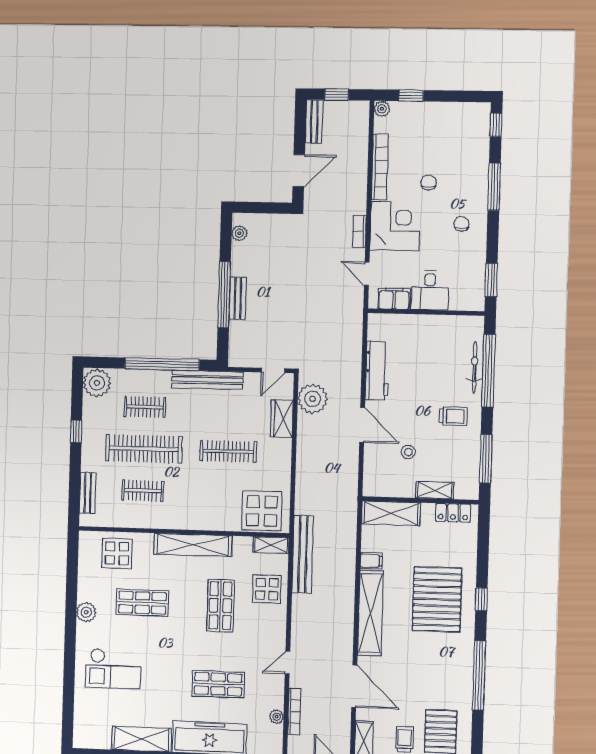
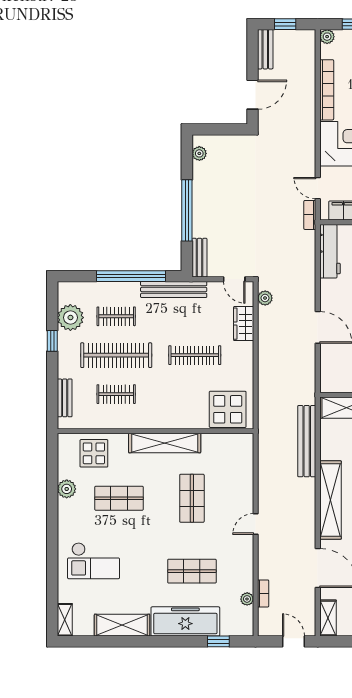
bookcase: (359, 231) -> (310, 215), moved
bench: (238, 298) -> (199, 258), moved
door: (273, 370) -> (234, 279), hinge flipped
workbench: (377, 371) -> (330, 251), moved
plant: (97, 383) -> (70, 318), moved
plant: (313, 399) -> (265, 298), width x0.53, depth x0.53
shelving: (271, 545) -> (65, 620), moved, turned 90
bench: (303, 554) -> (307, 441), moved
filing cabinet: (371, 561) -> (330, 452), removed
display table: (267, 589) -> (234, 481), removed
plant: (86, 612) -> (67, 489), moved
door: (288, 662) -> (256, 524), moved
bookcase: (294, 711) -> (263, 593), width x0.64

